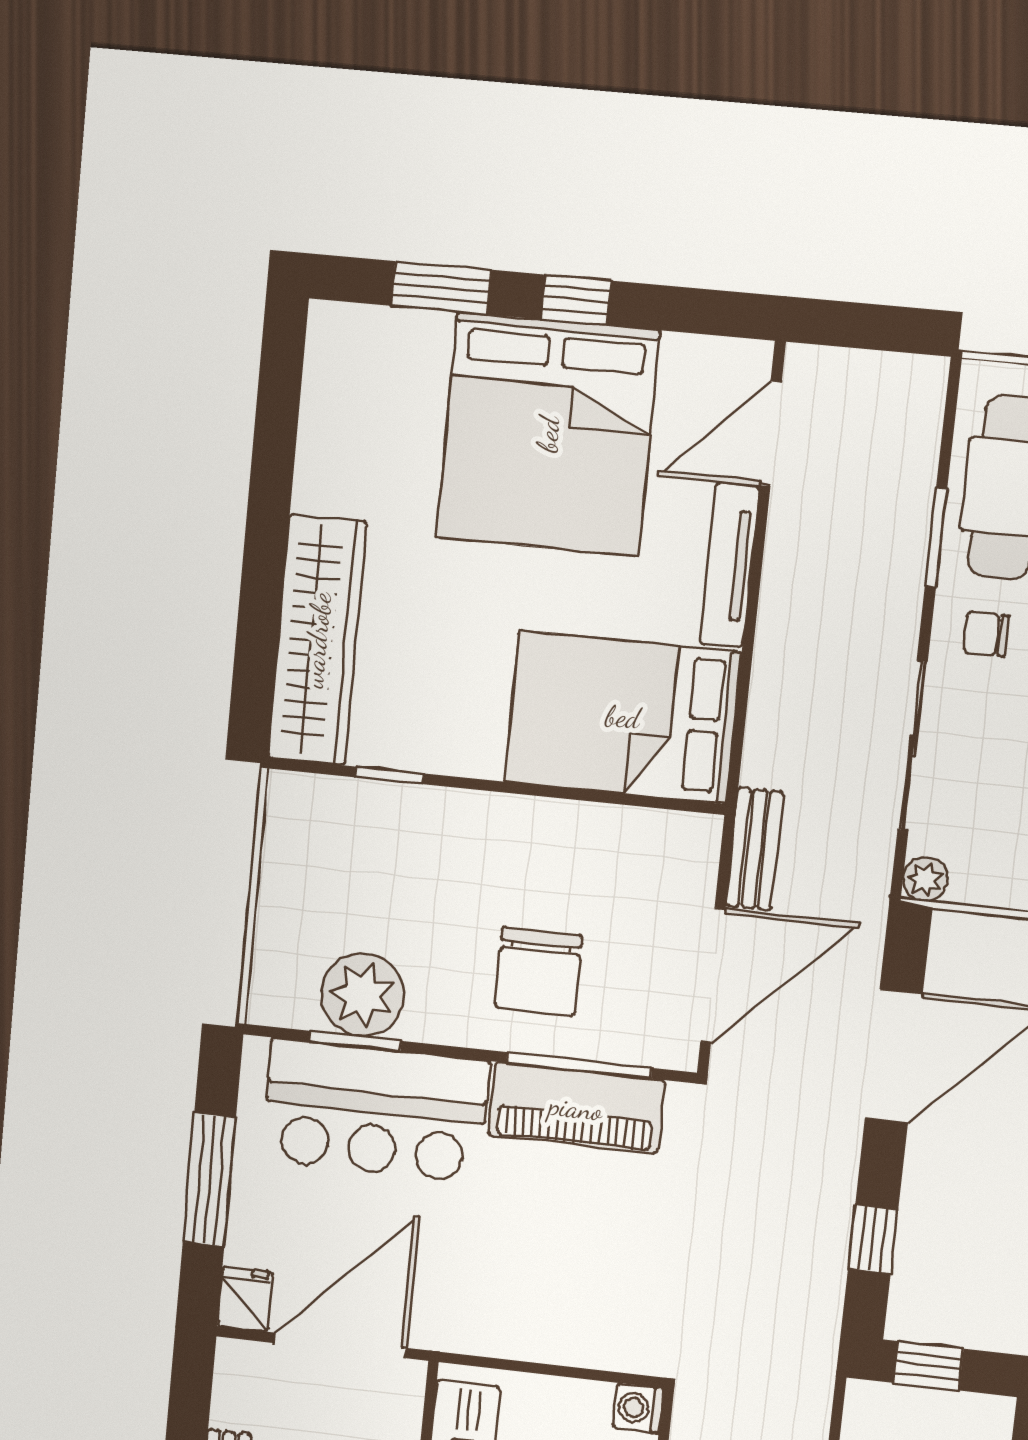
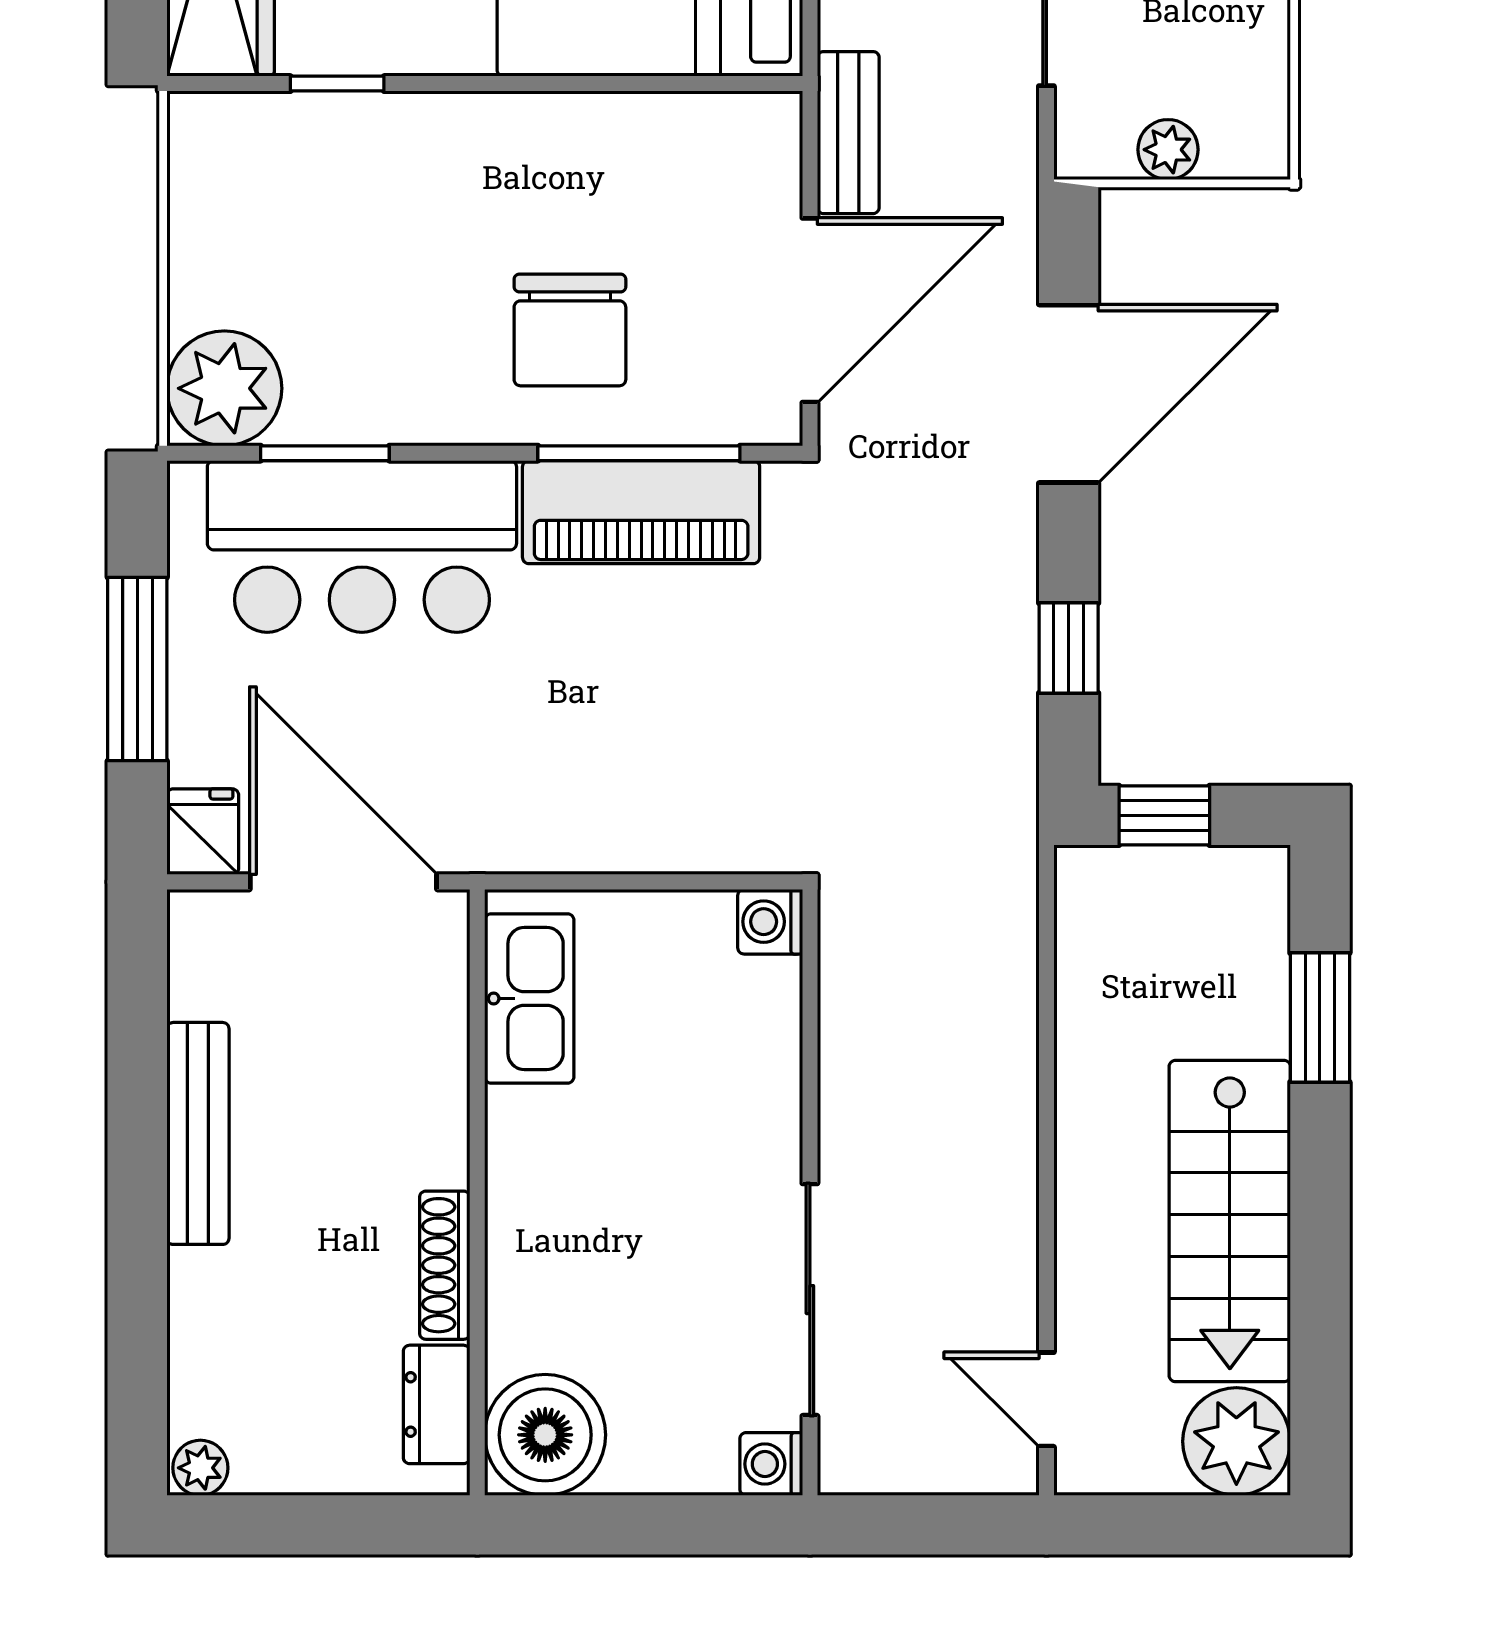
plant: (925, 879) -> (1168, 150), moved
plant: (362, 995) -> (224, 388), moved
door: (340, 1345) -> (343, 882), hinge flipped

